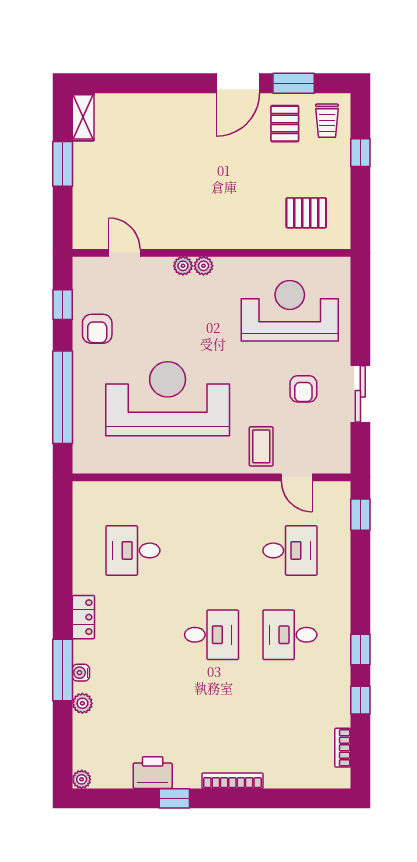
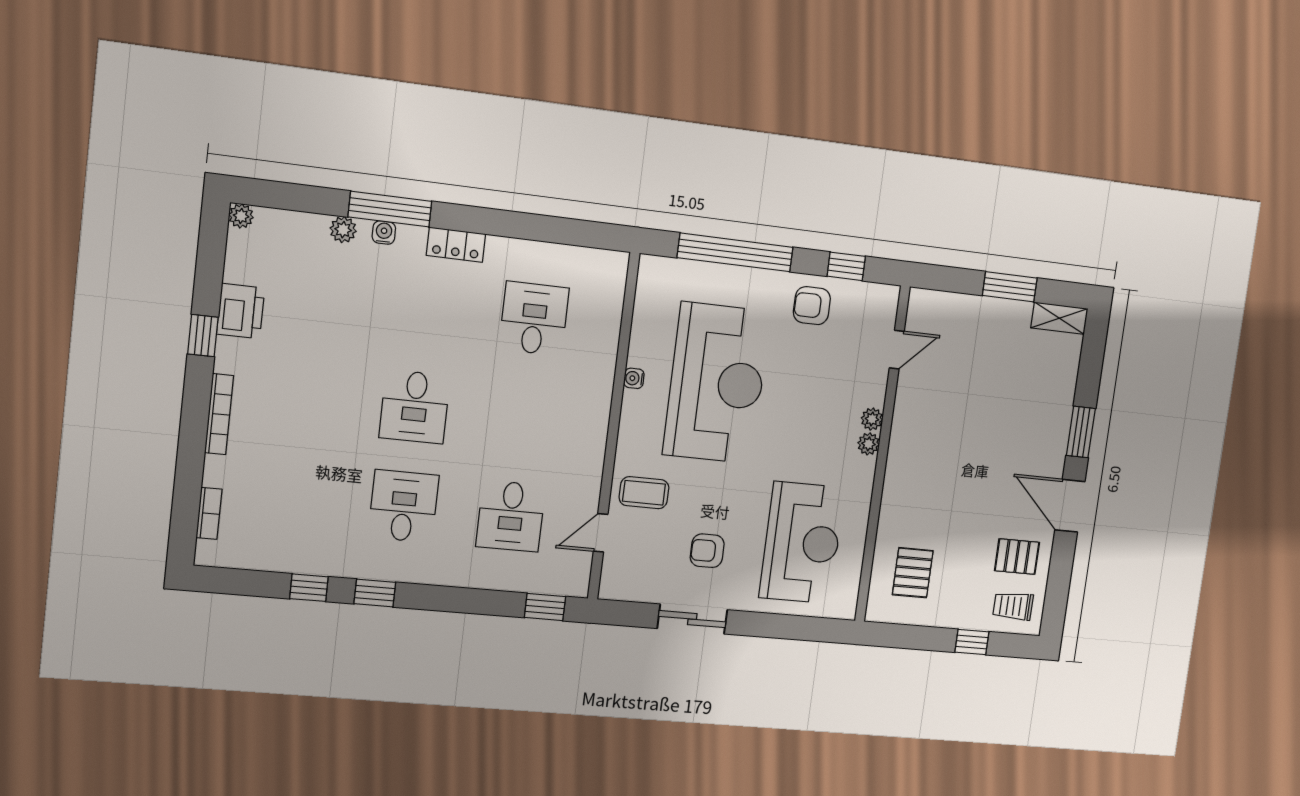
window: (294, 83) -> (1081, 432), moved
water cooler: (171, 466) -> (634, 378), added
bookcase: (343, 748) -> (209, 513), moved, turned 90

